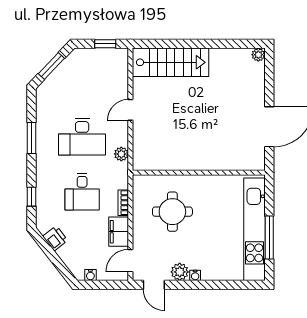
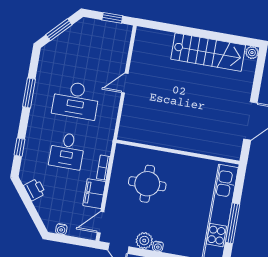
stairs: (170, 62) -> (208, 52), moved
plant: (121, 154) -> (109, 122), removed

